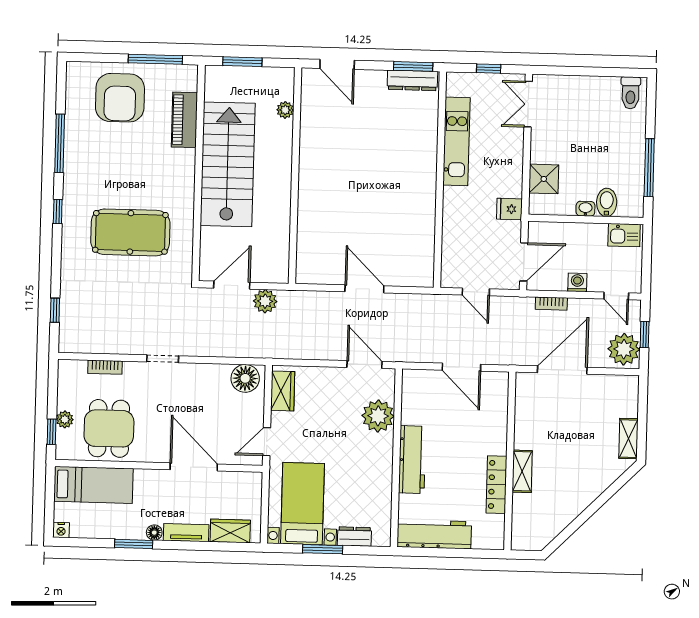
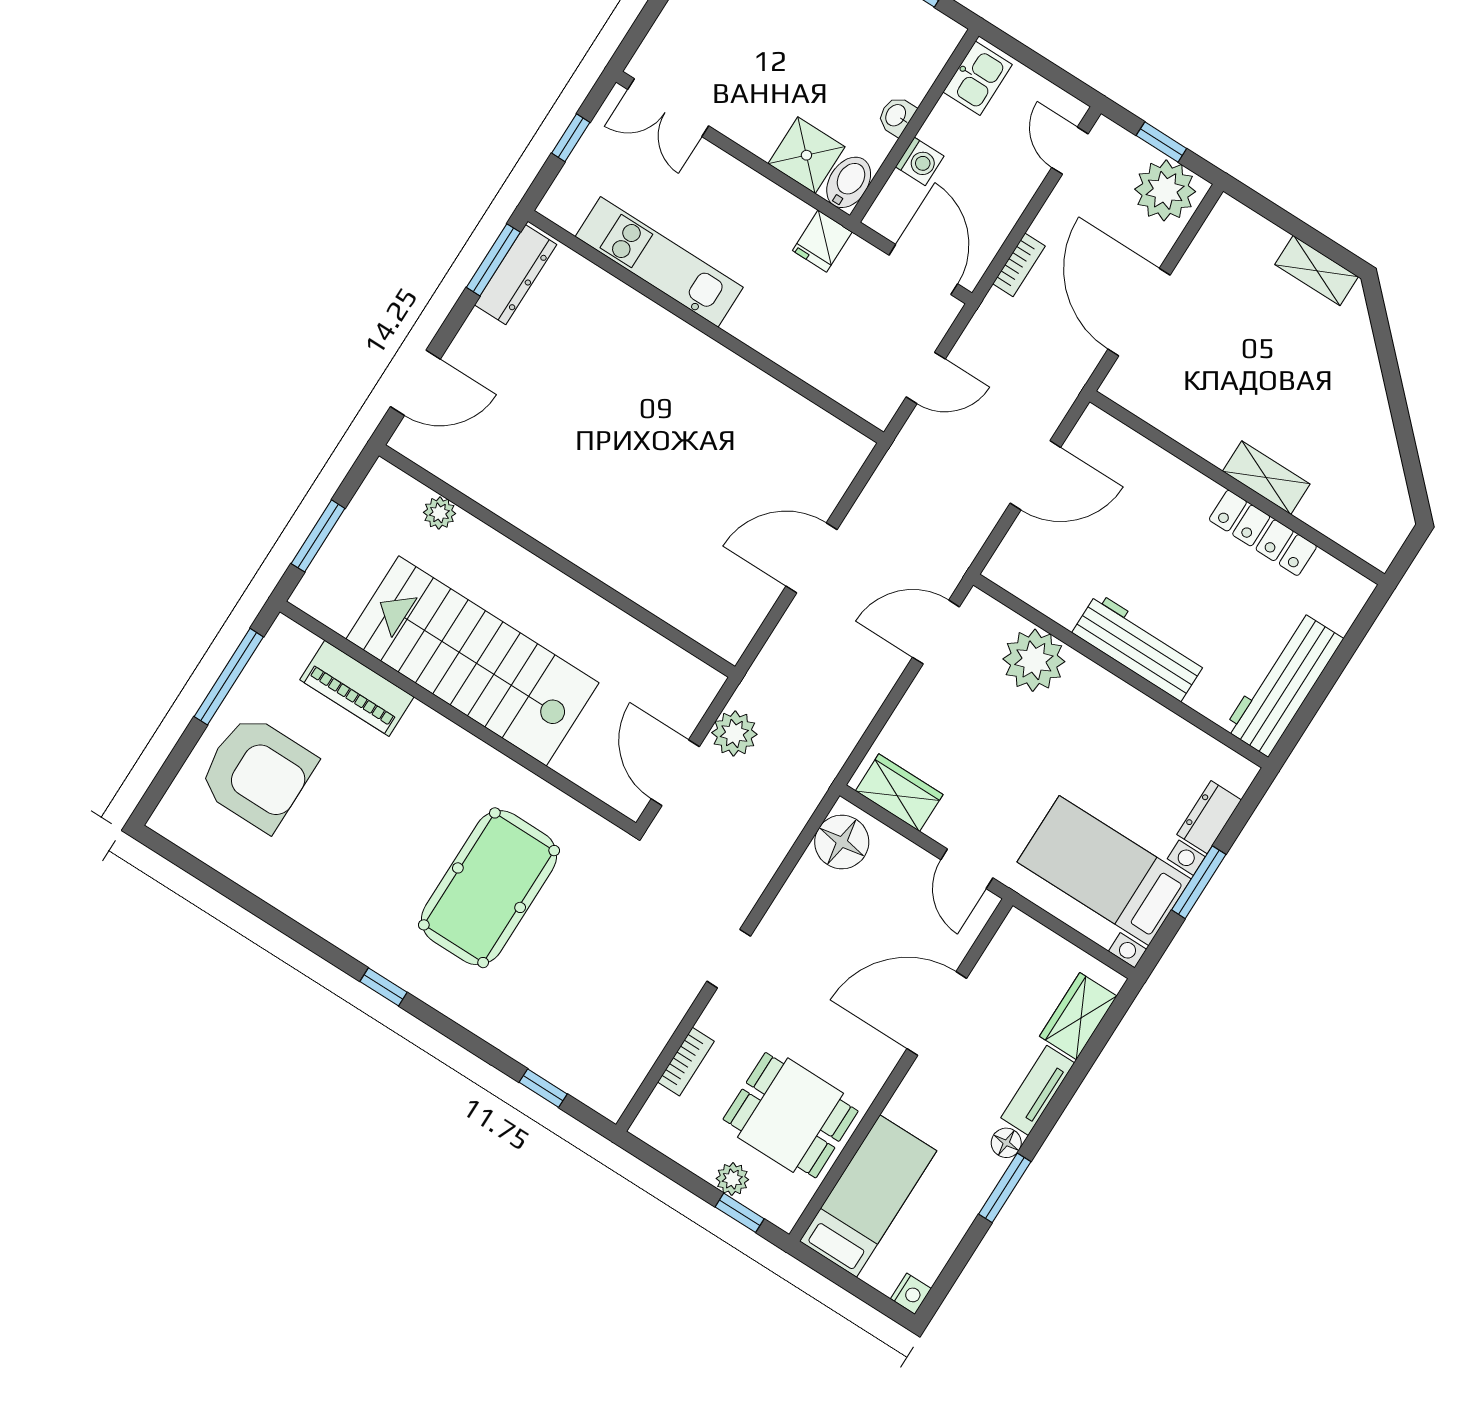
window: (60, 143) -> (273, 917), removed
bidet: (607, 202) -> (849, 182), moved, turned 90
washing machine: (577, 282) -> (920, 161), moved, turned 180
door: (616, 296) -> (1070, 151), swing flipped

